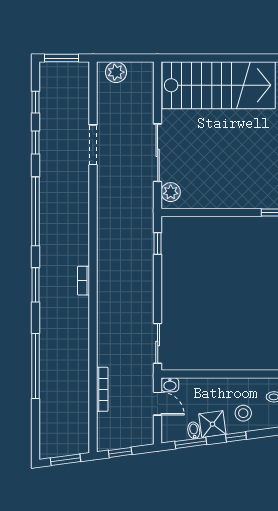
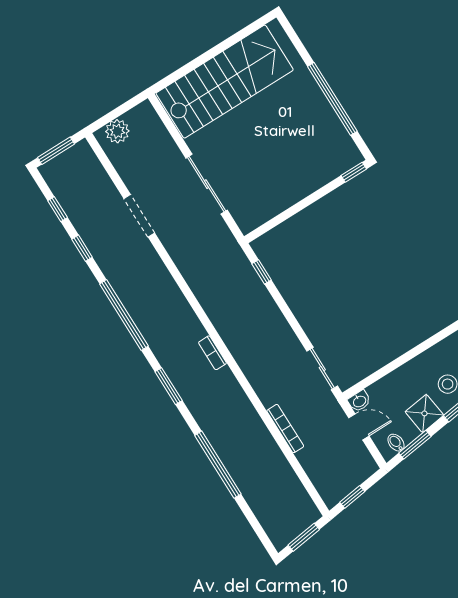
plant: (171, 192) -> (243, 214), removed
bookcase: (102, 389) -> (285, 429), moved
bidet: (194, 430) -> (396, 443), moved

